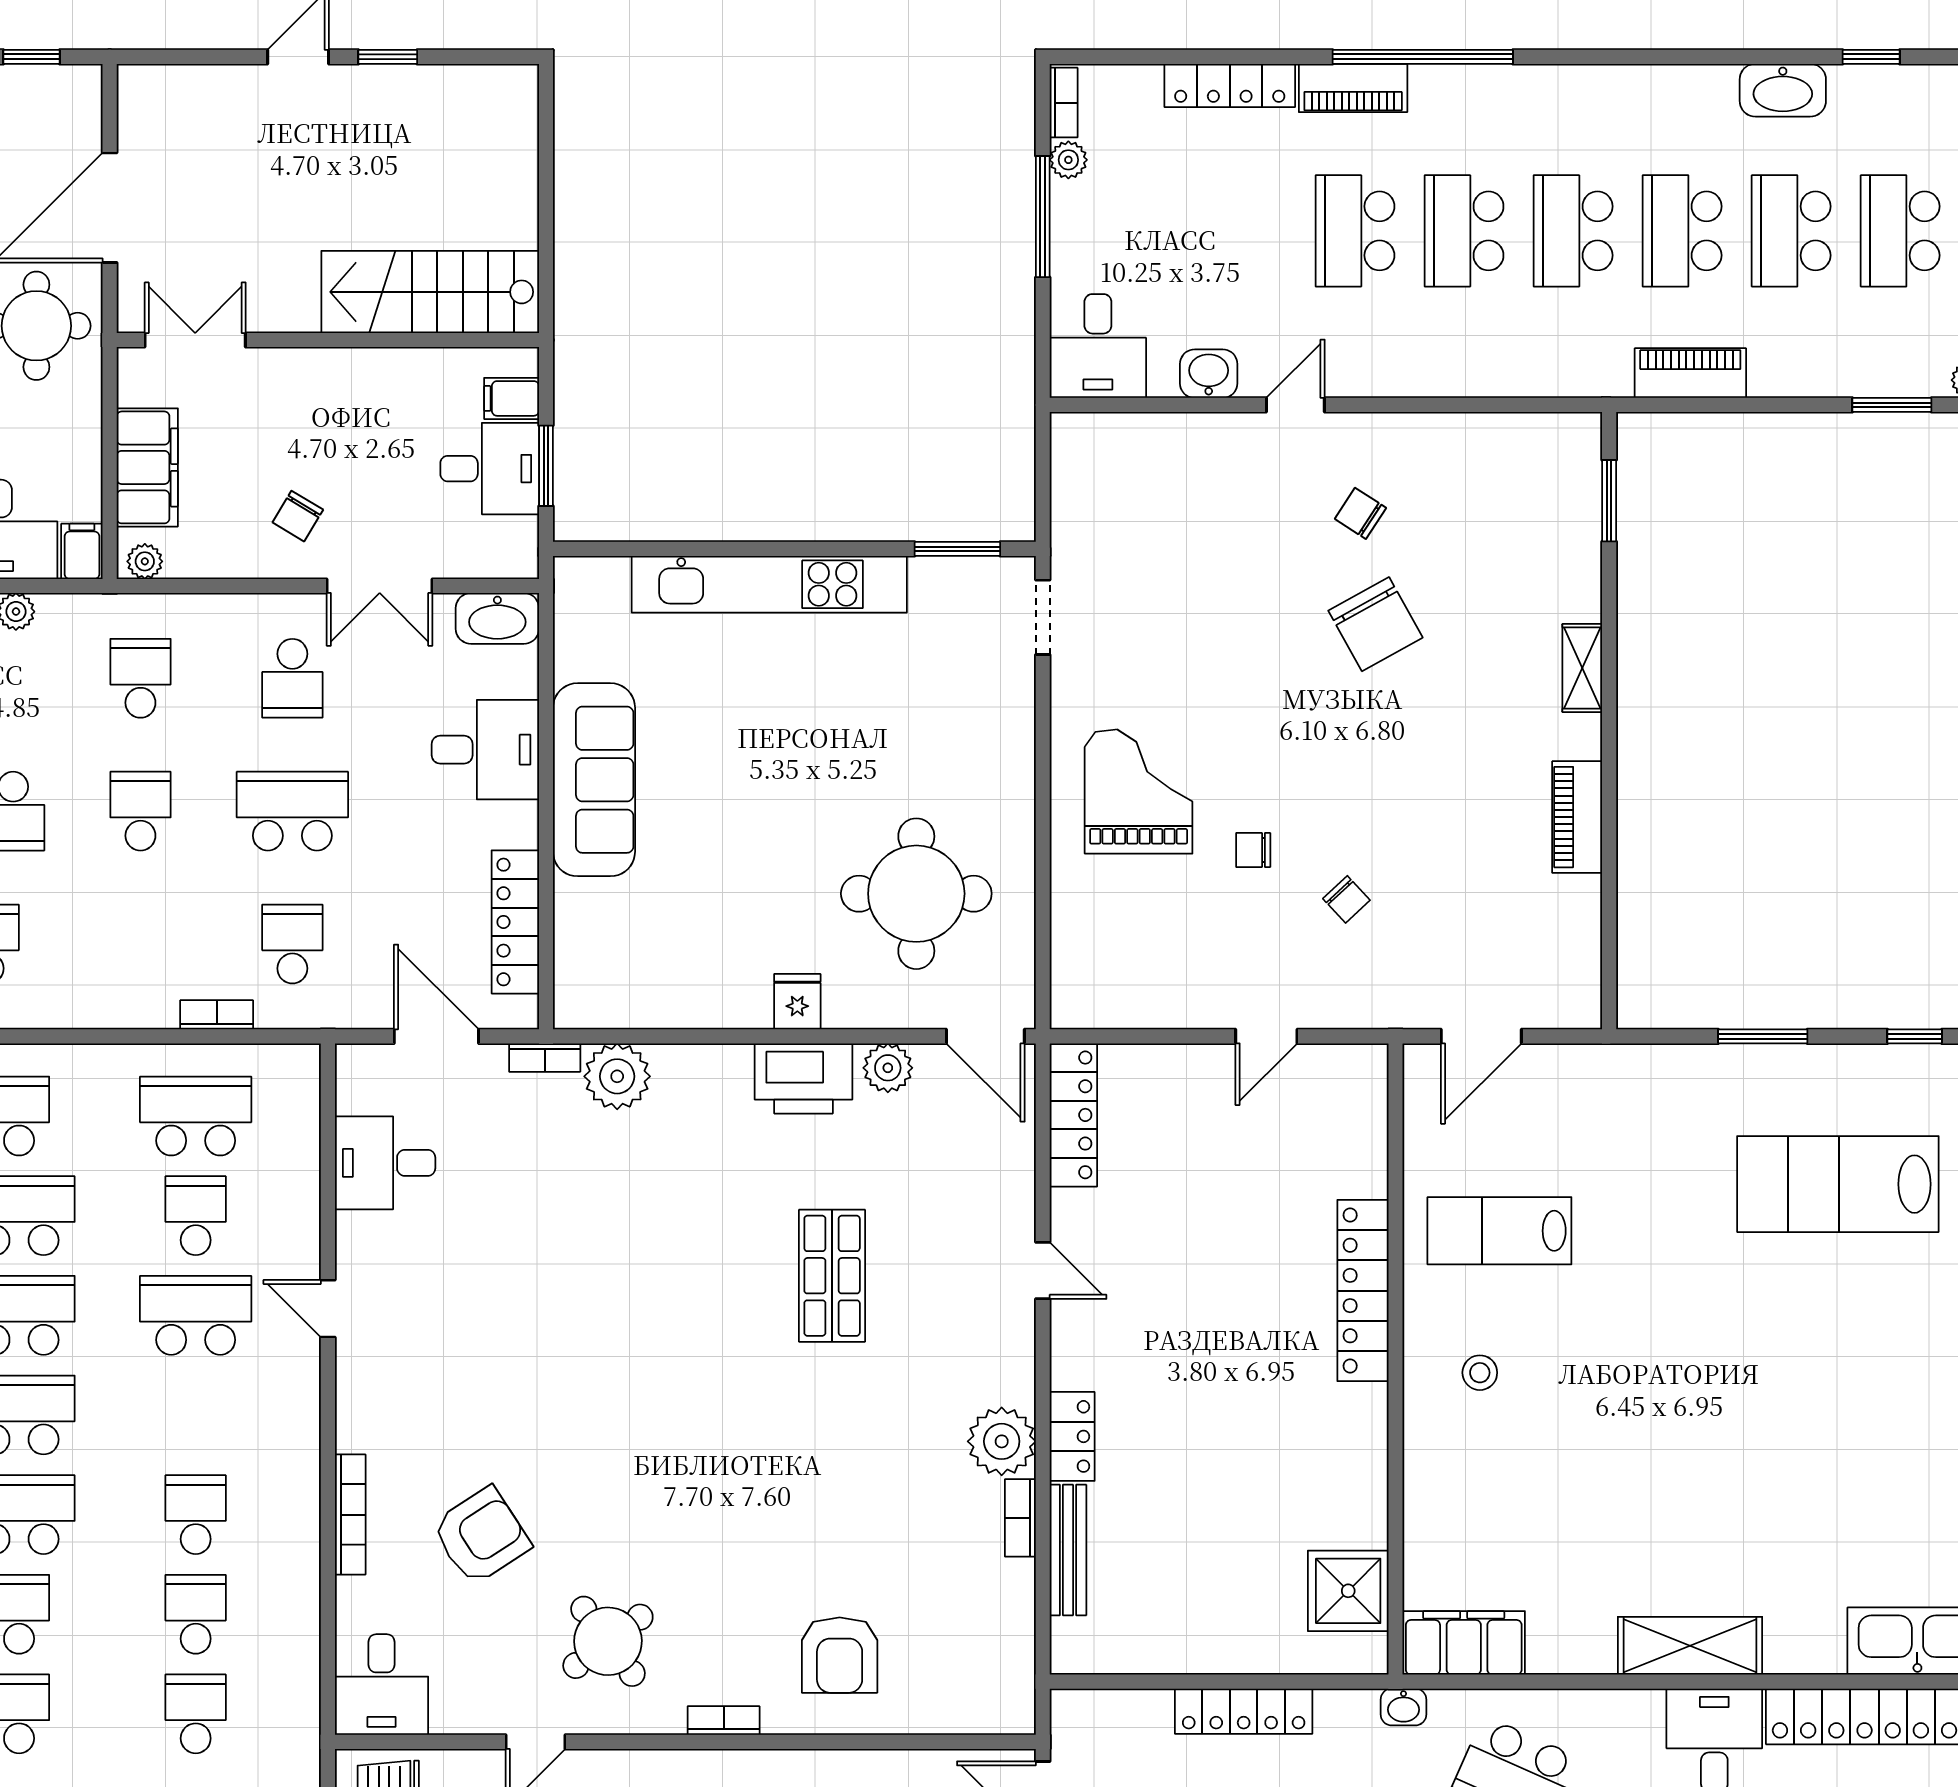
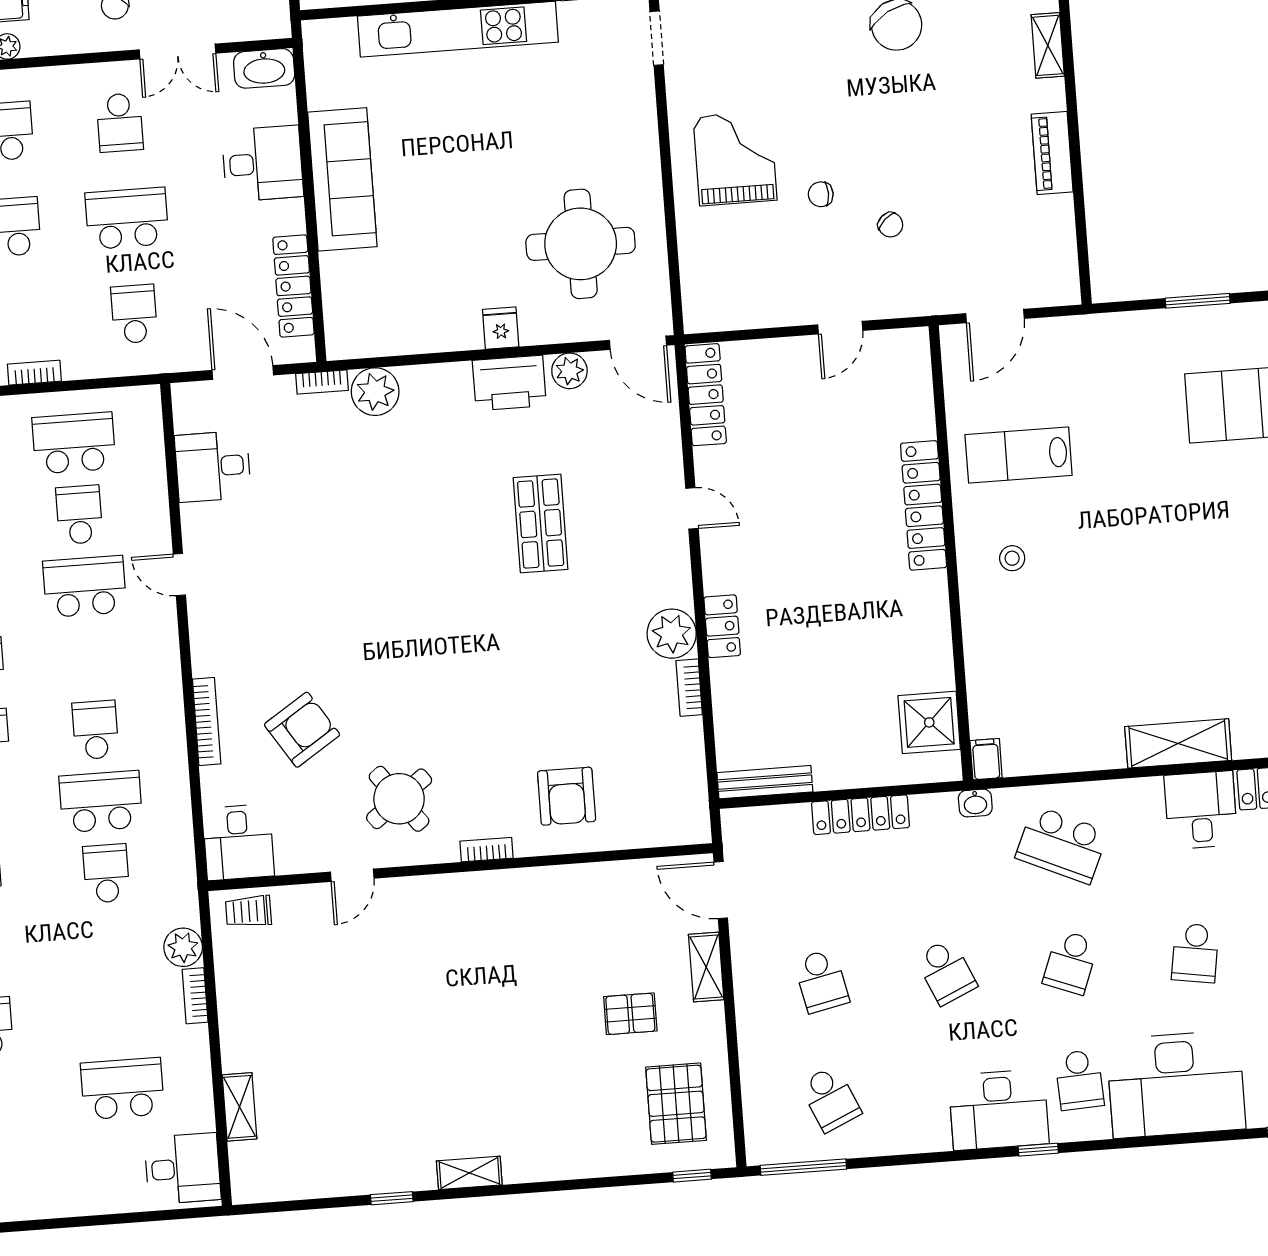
bookcase: (217, 1015) -> (34, 373), moved
bench: (1068, 1550) -> (765, 782), moved, turned 90
school desk: (196, 1614) -> (101, 802), width x1.85
filing cabinet: (1464, 1643) -> (986, 759), width x0.33, depth x0.86

